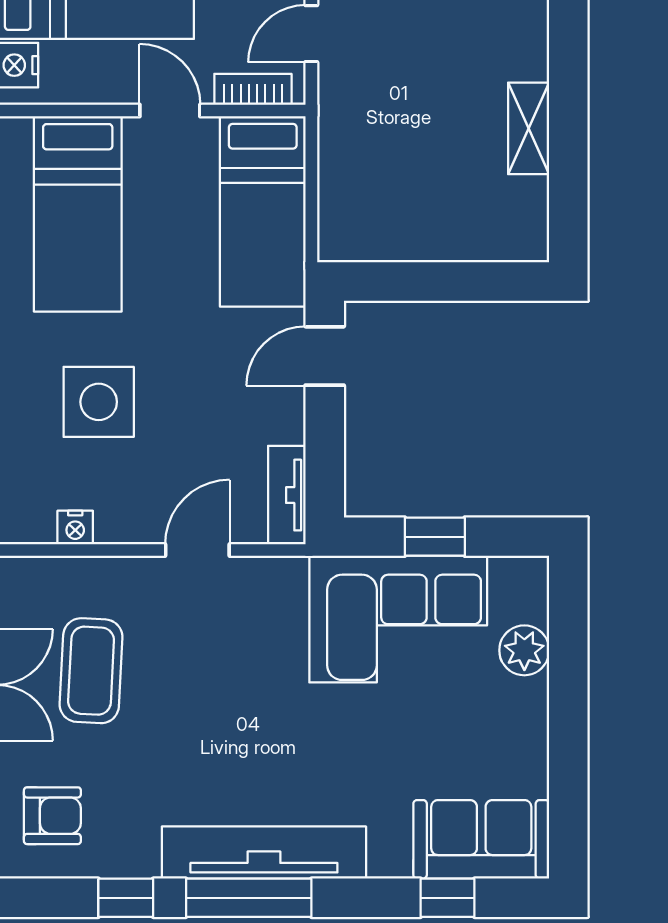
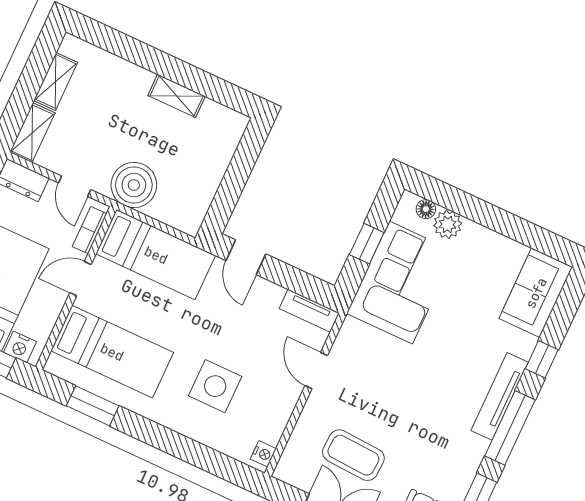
boiler: (357, 126) -> (134, 185), added
nightstand: (75, 527) -> (263, 454), moved
floor lamp: (533, 605) -> (426, 209), added
tv unit: (264, 853) -> (500, 396), width x0.73, depth x0.78
window: (448, 898) -> (542, 359), moved

